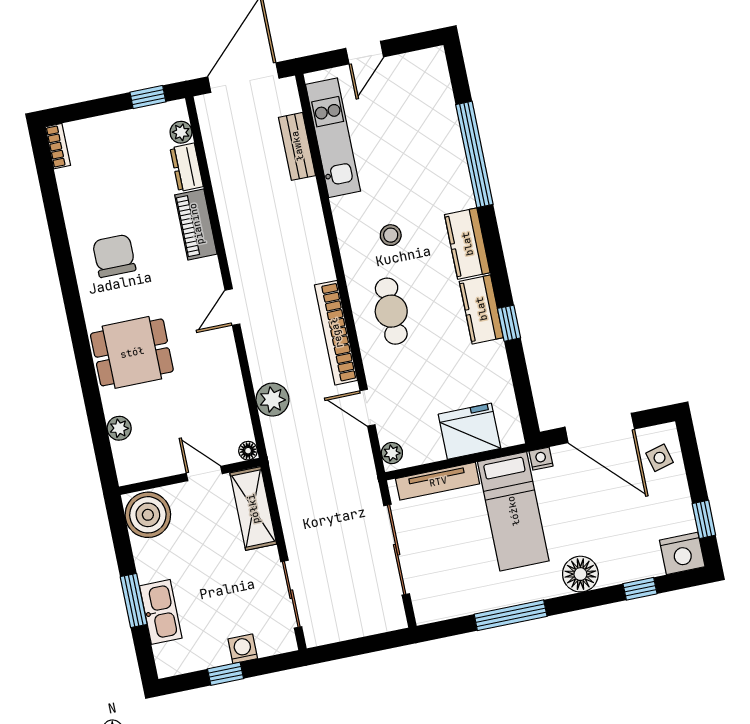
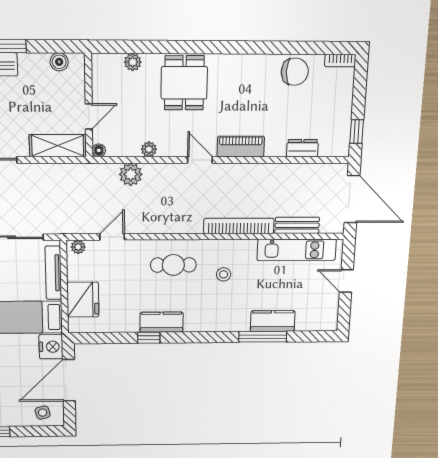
plant: (181, 132) -> (149, 149), moved
window: (474, 154) -> (263, 337), width x0.68
piano: (196, 224) -> (241, 147), moved
kitchen counter: (467, 244) -> (273, 321), moved
chair: (114, 256) -> (295, 72), moved
bookcase: (336, 333) -> (239, 226), moved
nightstand: (541, 459) -> (51, 347), width x1.89, depth x1.79
boiler: (148, 515) -> (59, 62), width x0.54, depth x0.54

